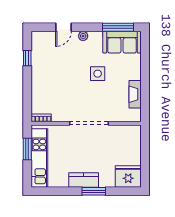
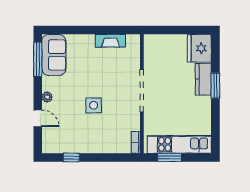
side table: (98, 74) -> (94, 105), moved
kitchen counter: (84, 180) -> (203, 79), moved

